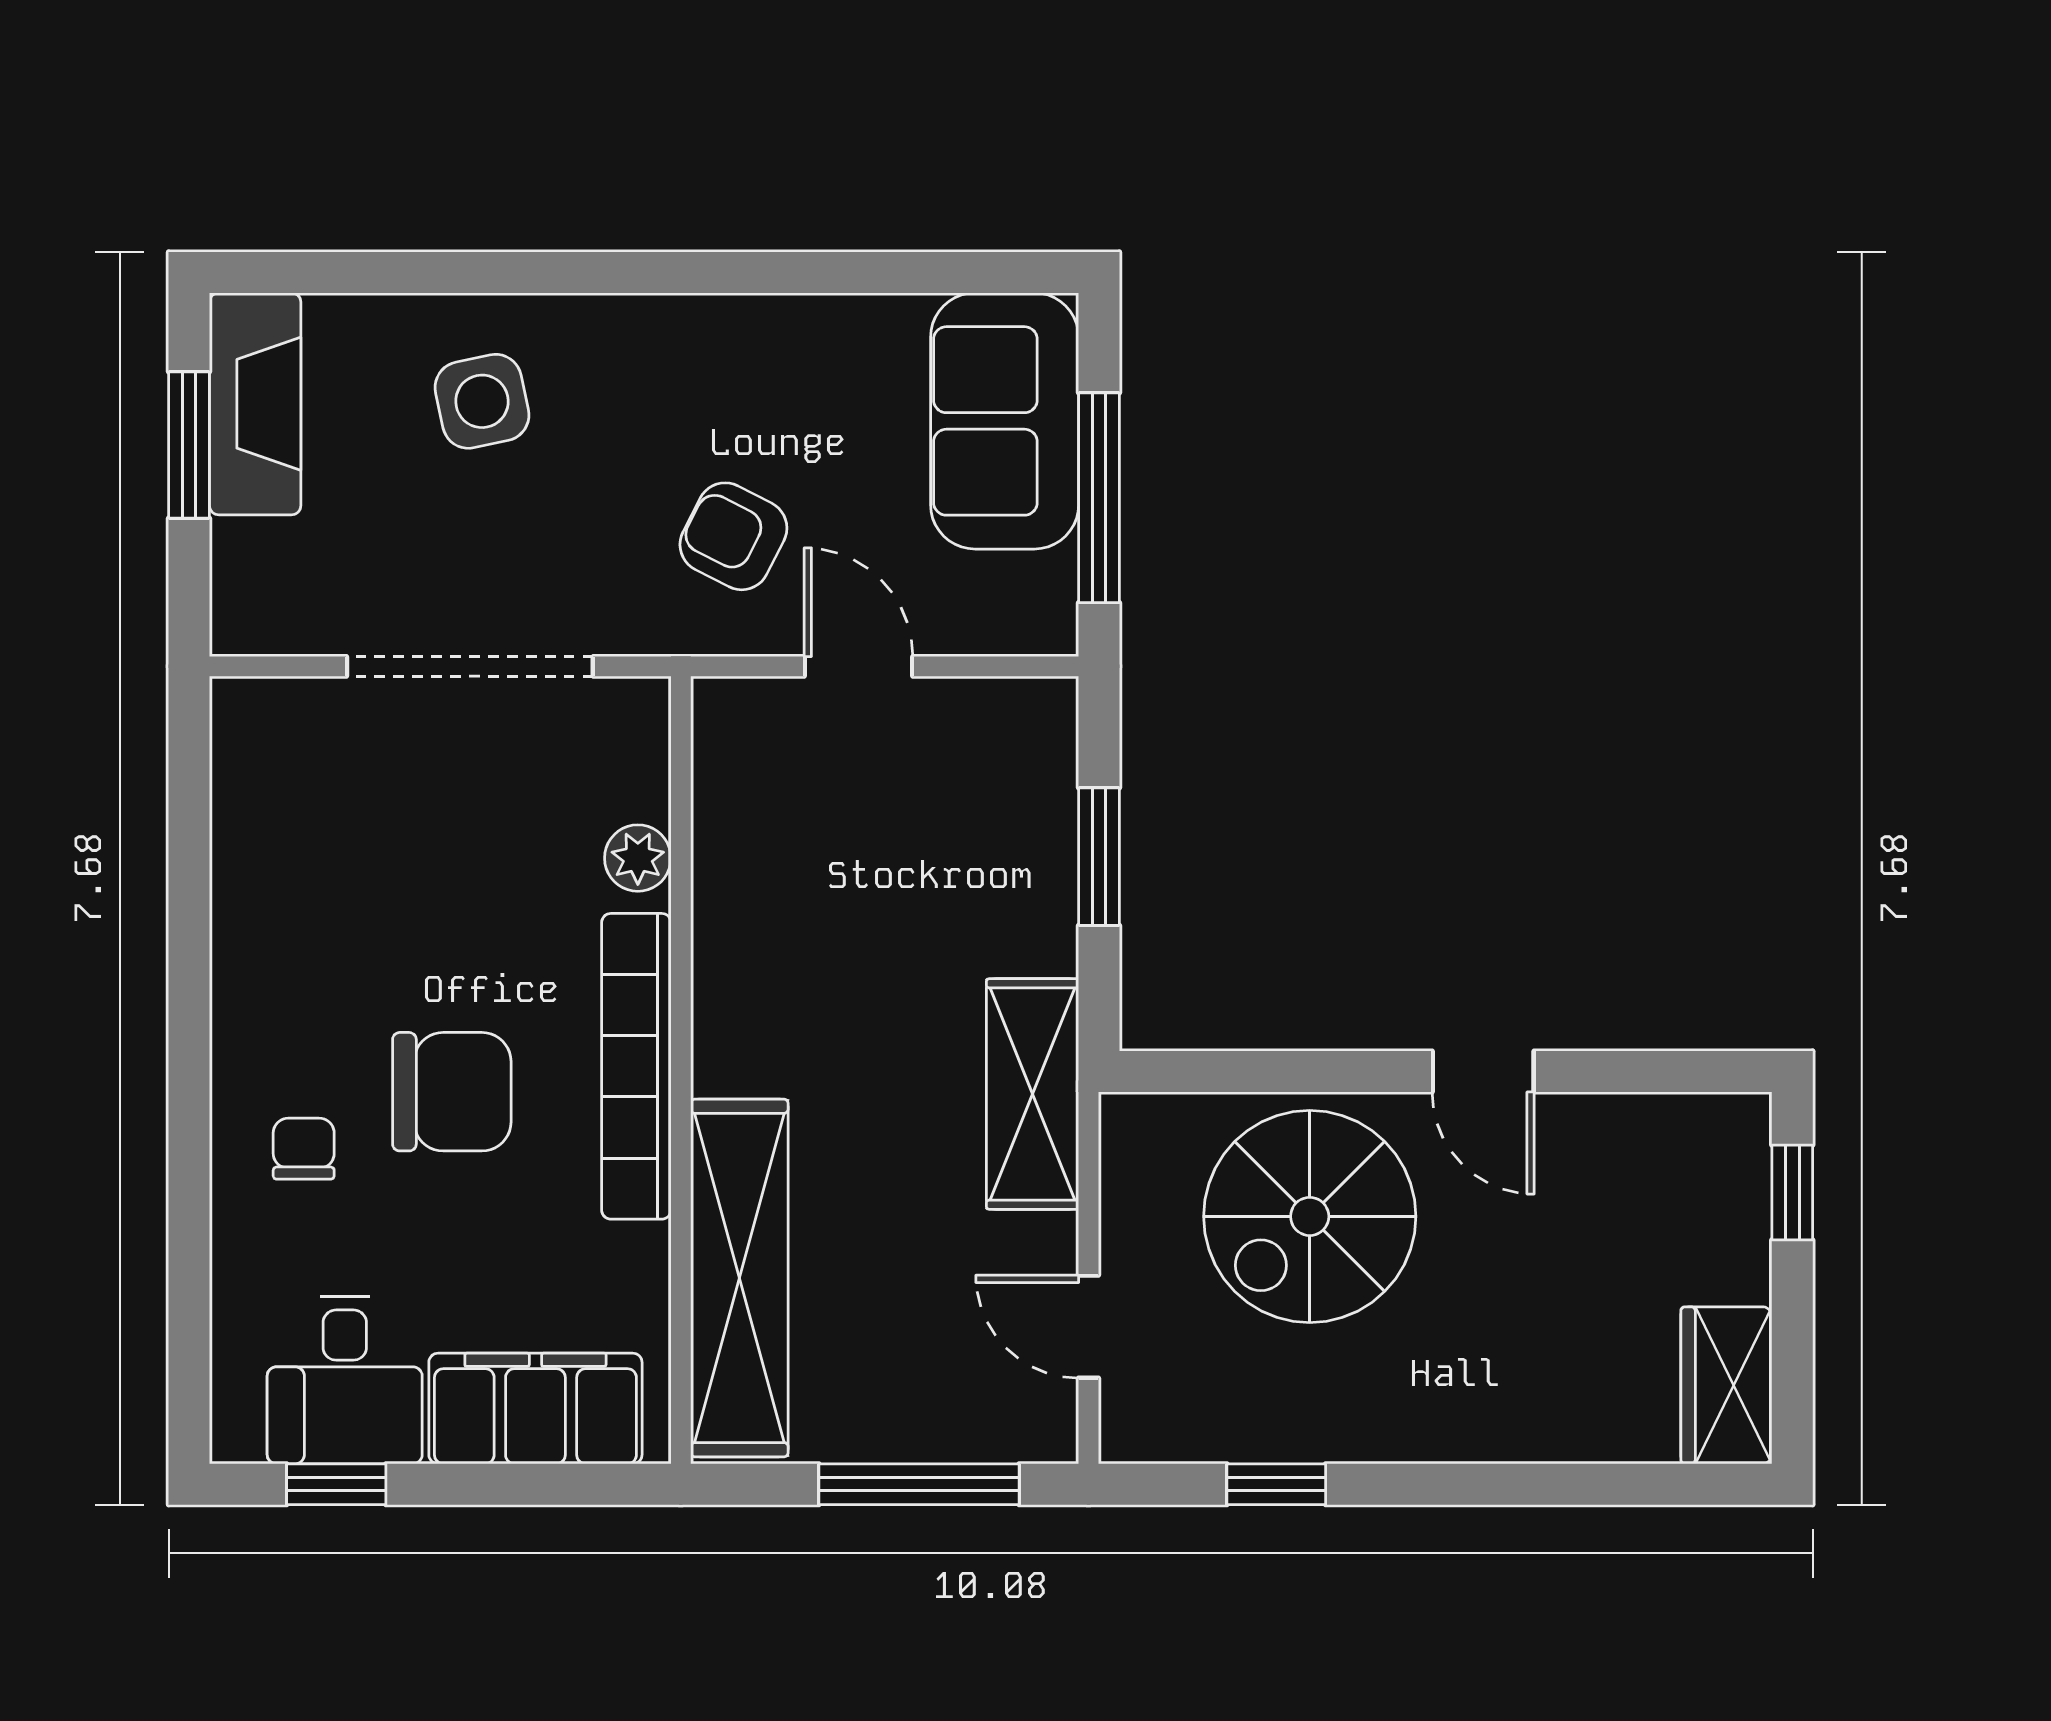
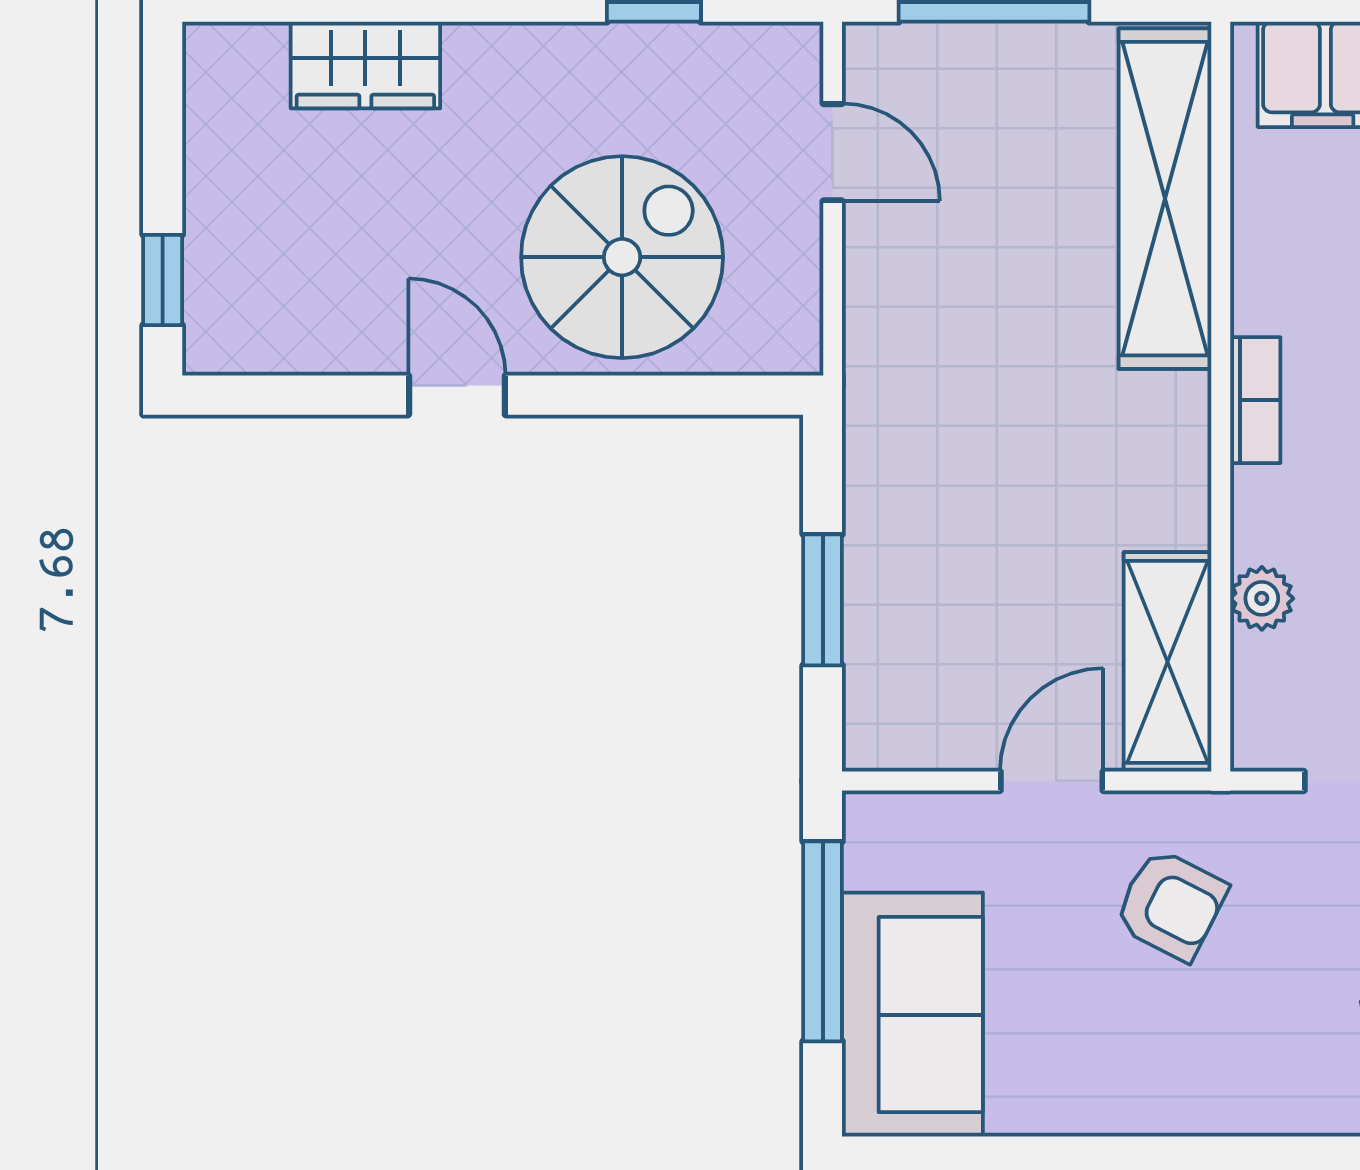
door: (858, 666) -> (1052, 781), swing flipped
bookcase: (636, 1066) -> (1255, 400), width x0.43, depth x0.76
shelving: (1033, 1094) -> (1168, 662), moved
wardrobe: (1726, 1385) -> (365, 65), moved, turned 90

